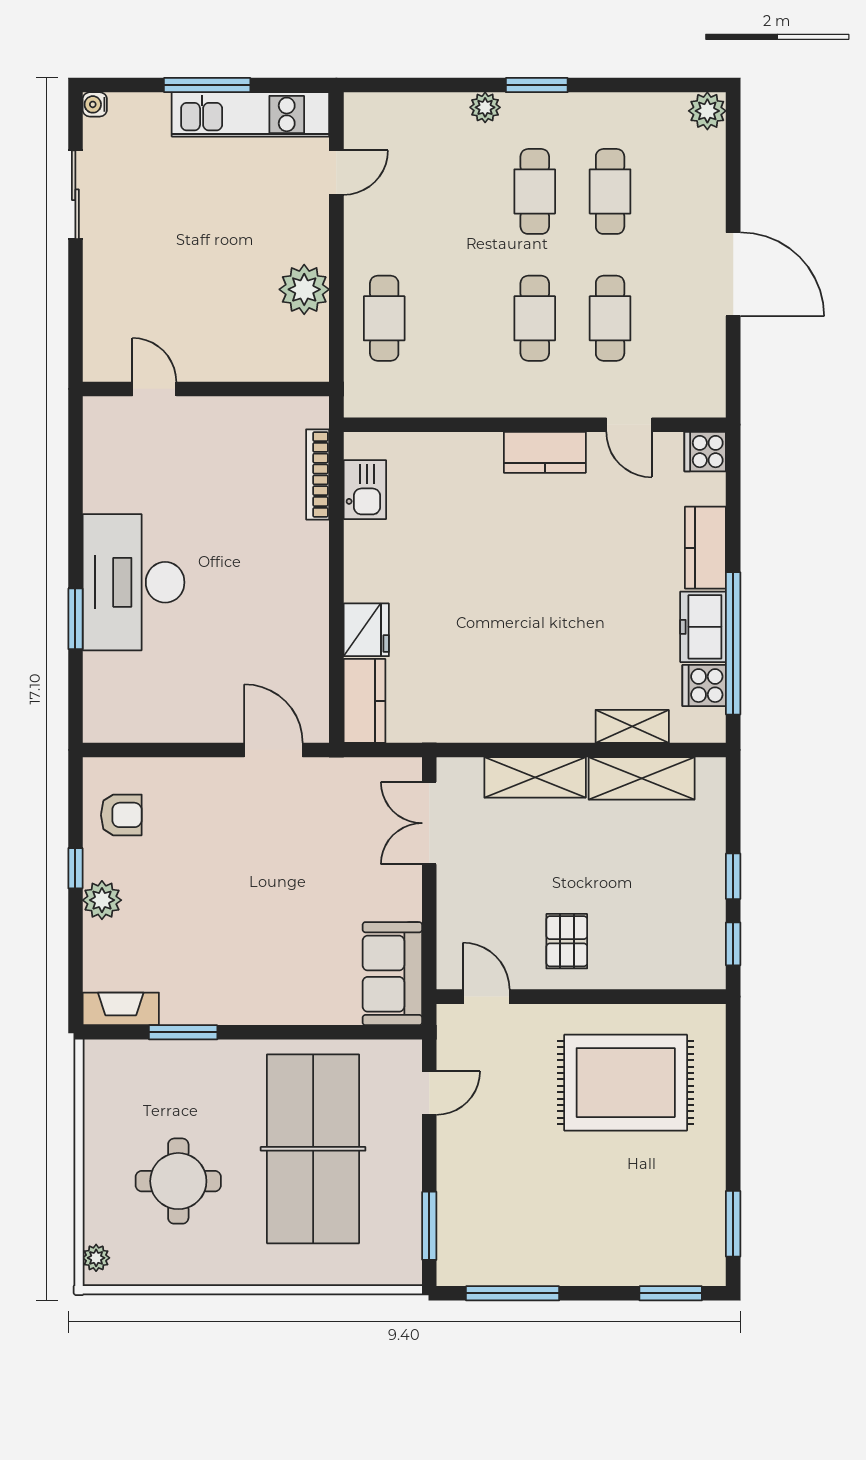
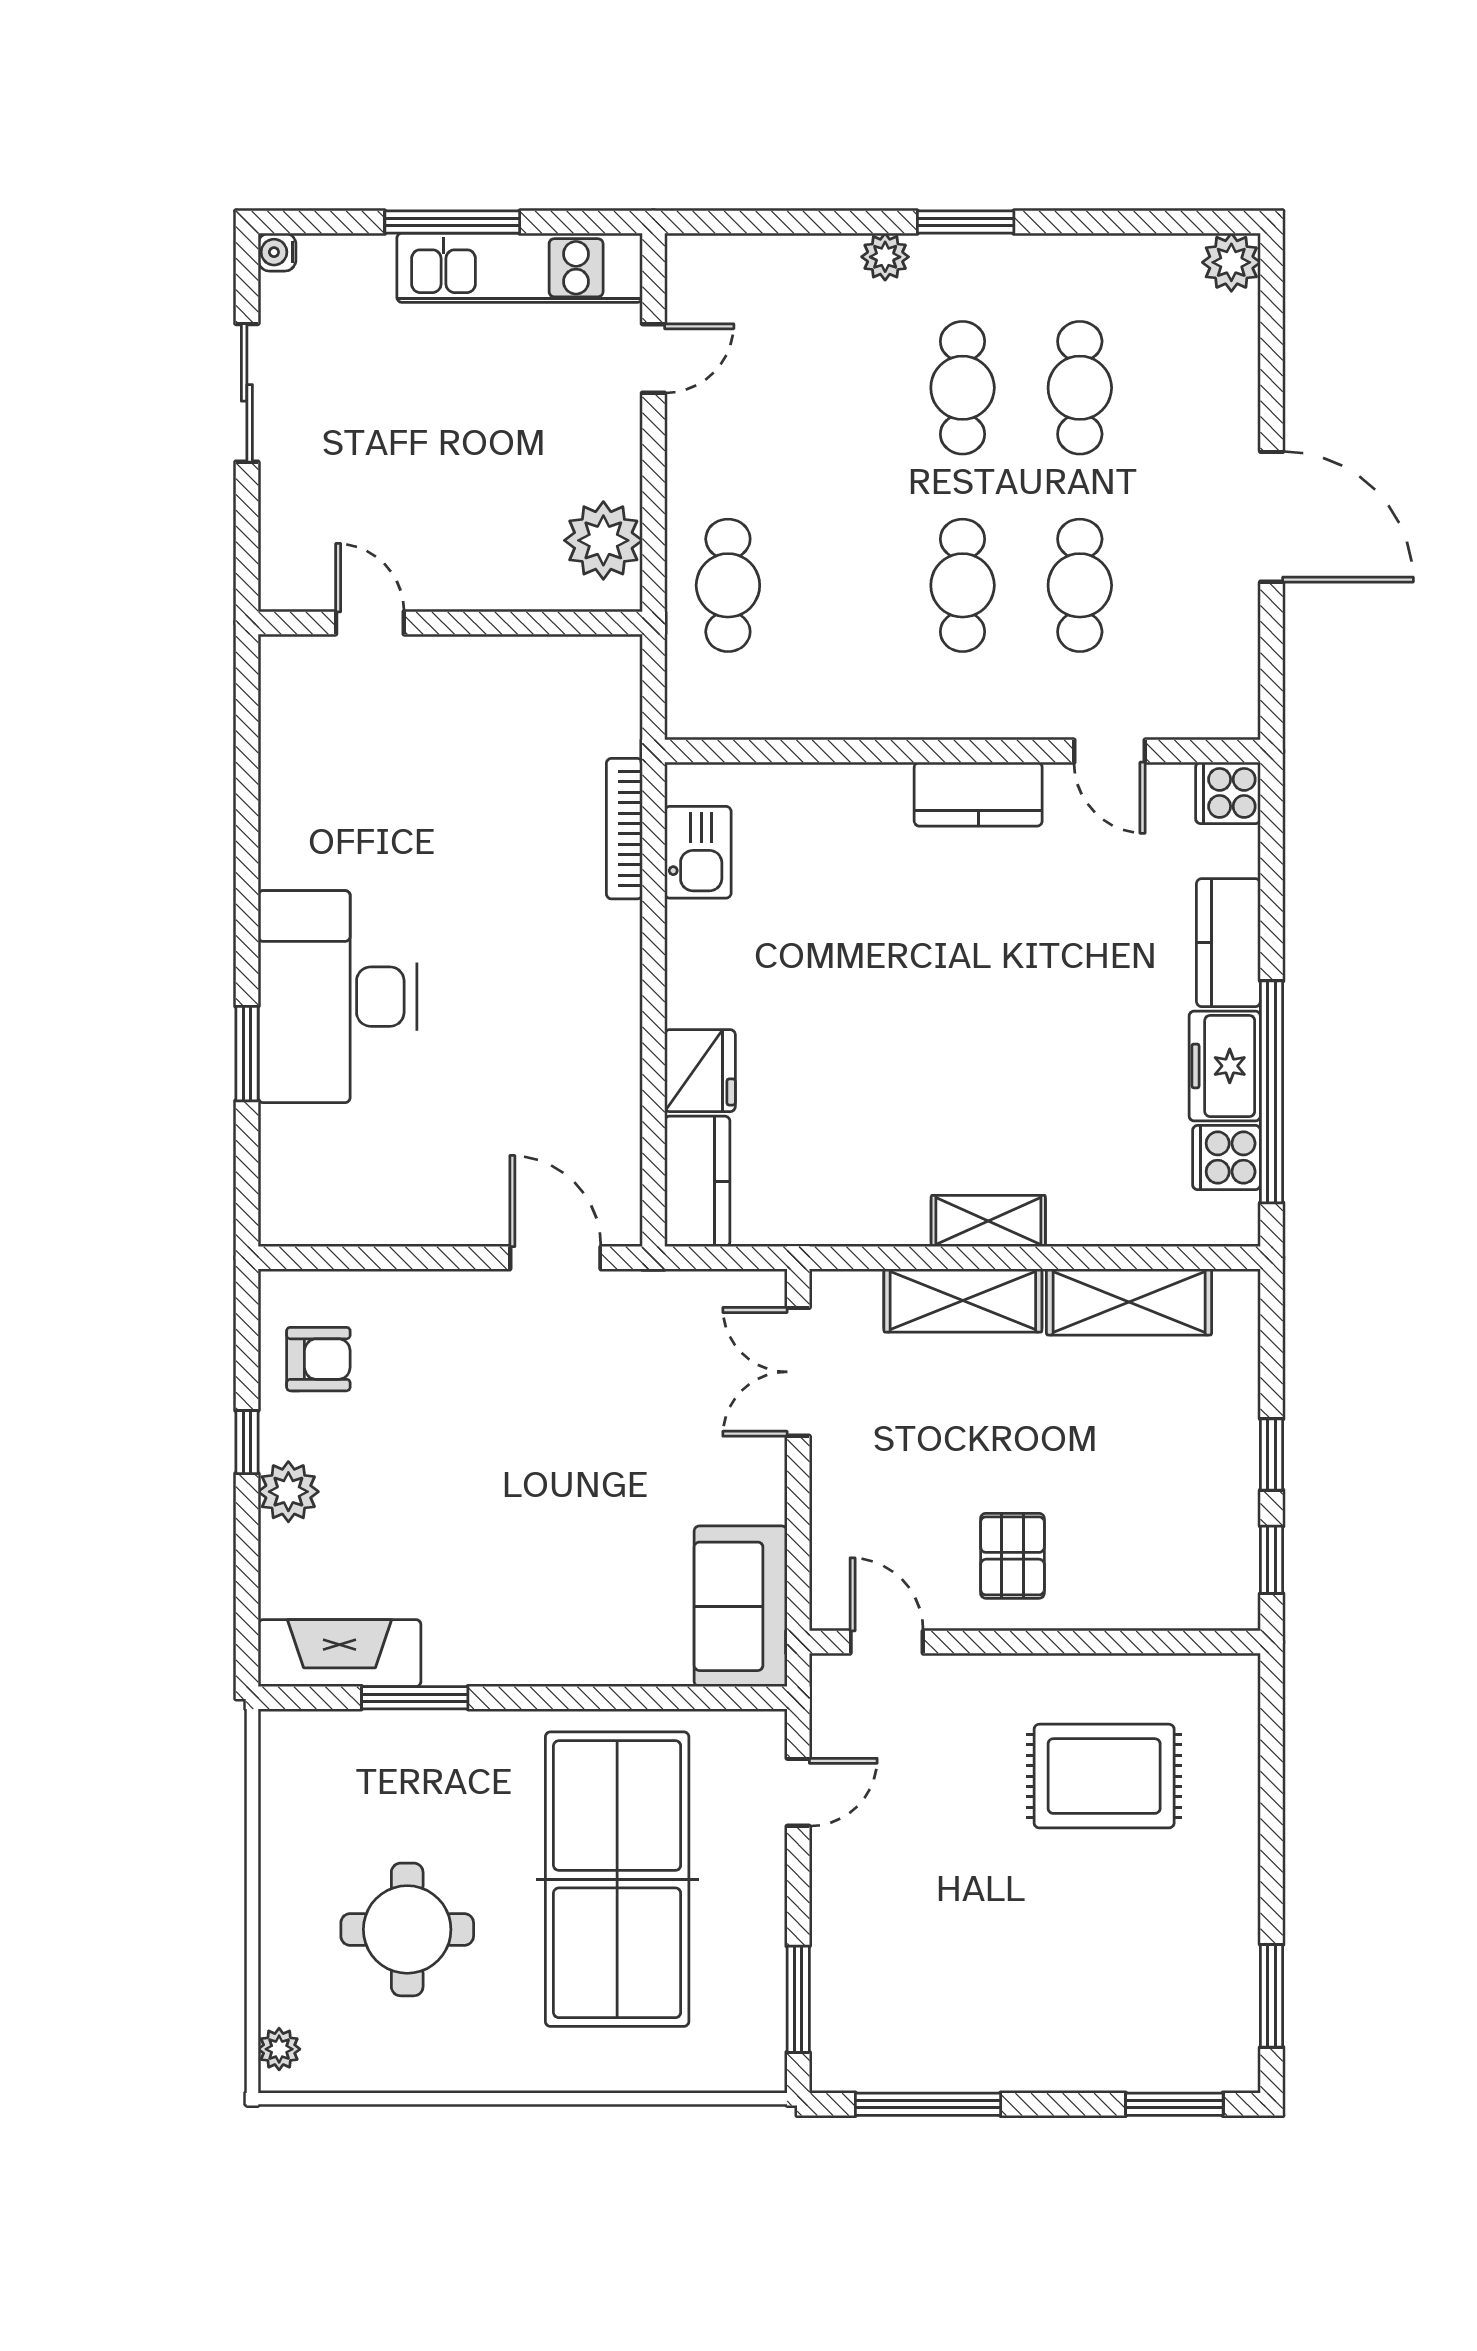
door: (154, 389) -> (370, 623), moved
wall: (206, 389) -> (450, 623), moved
shelving: (632, 726) -> (988, 1221), moved
fireplace: (121, 1009) -> (340, 1653), width x1.37, depth x1.32
rug: (626, 1083) -> (1104, 1776), width x0.73, depth x0.69

